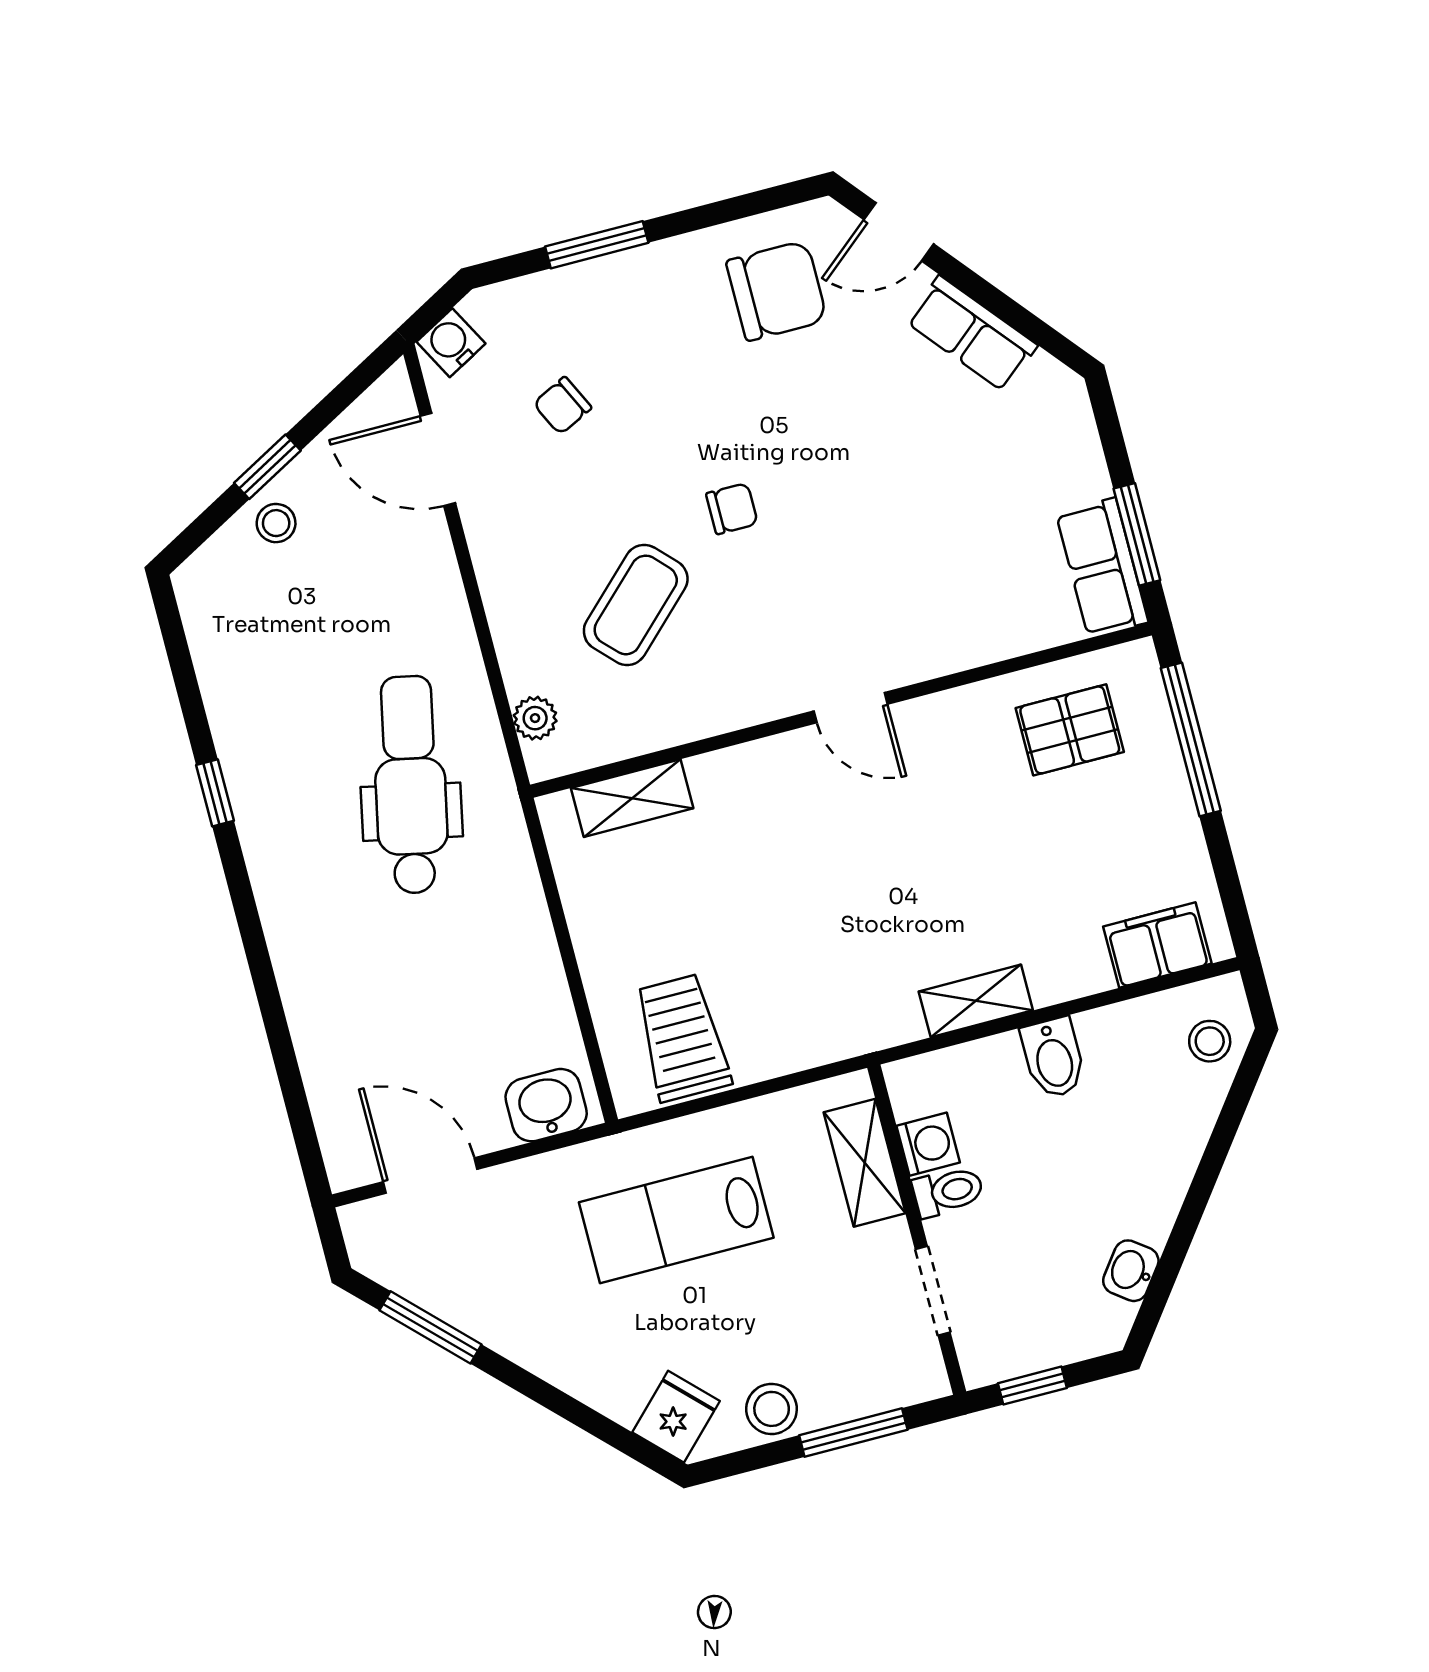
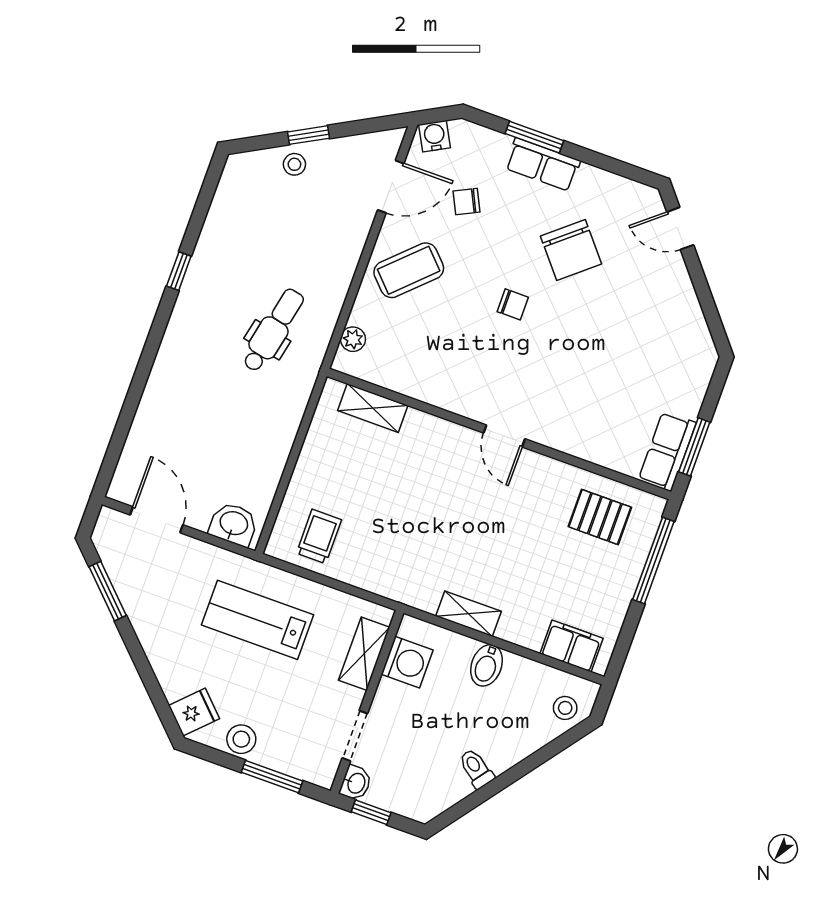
chair: (777, 291) -> (571, 250), moved, turned 50
row of seats: (972, 334) -> (543, 164), moved, turned -50
door: (438, 460) -> (391, 187), swing flipped
coffee table: (636, 605) -> (409, 270), moved
dental chair: (410, 785) -> (273, 330), width x0.73, depth x0.72
trolley: (682, 1038) -> (319, 536), width x0.73, depth x0.72
washing machine: (928, 1144) -> (407, 662), width x1.38, depth x1.38
toilet: (948, 1191) -> (476, 769), moved, turned -143
washbasin: (1131, 1271) -> (356, 783), moved, turned 143

